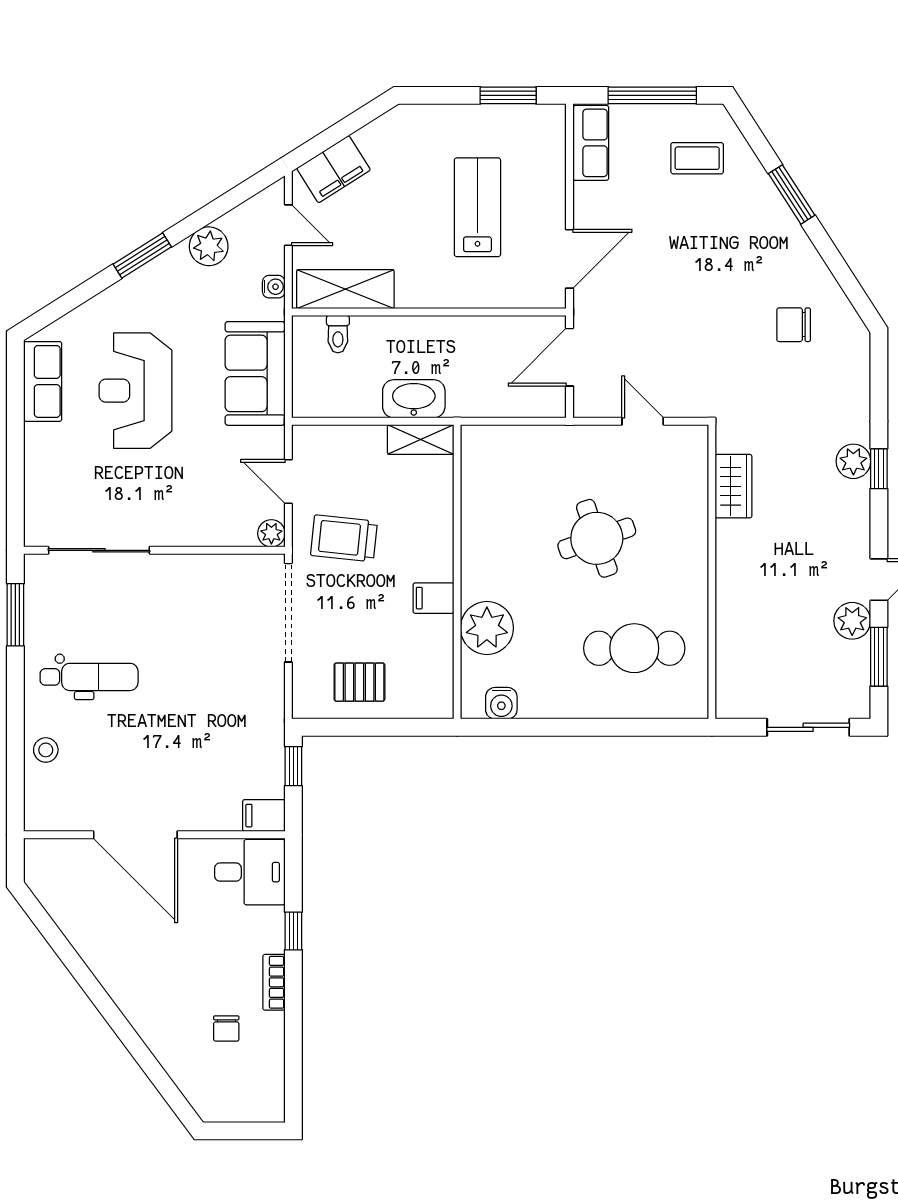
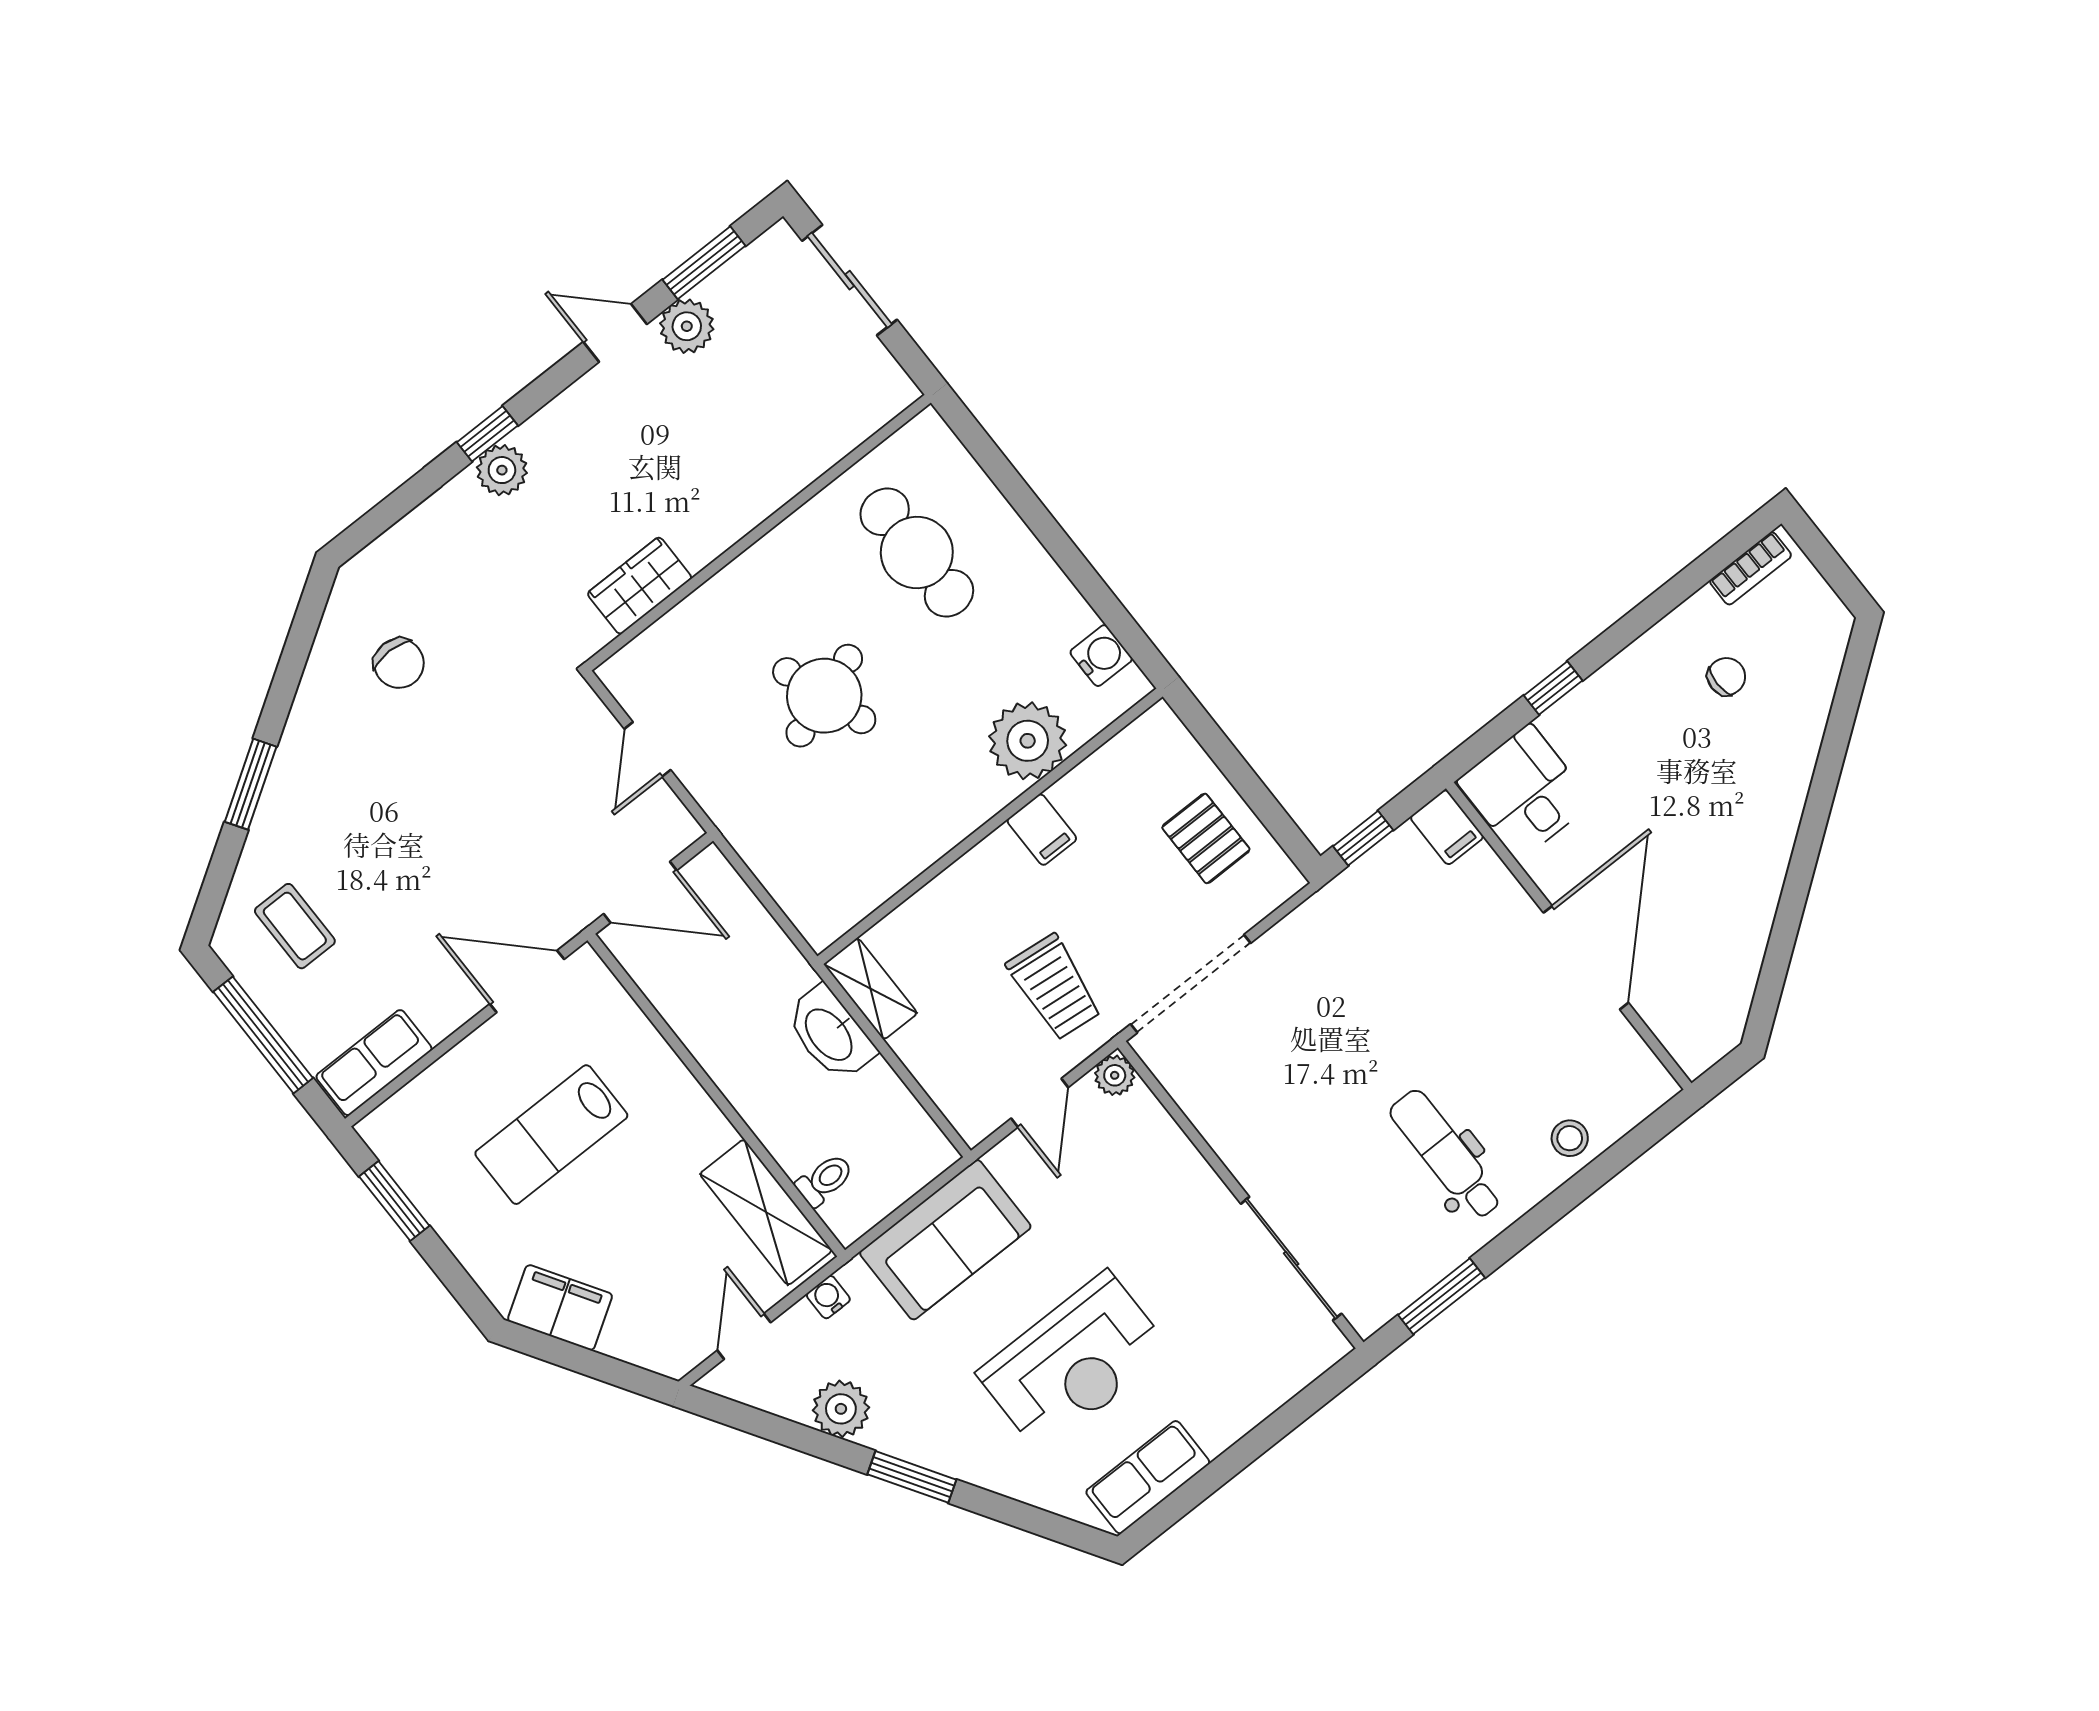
filing cabinet: (334, 169) -> (560, 1308), moved
bookcase: (274, 982) -> (1751, 568), moved

